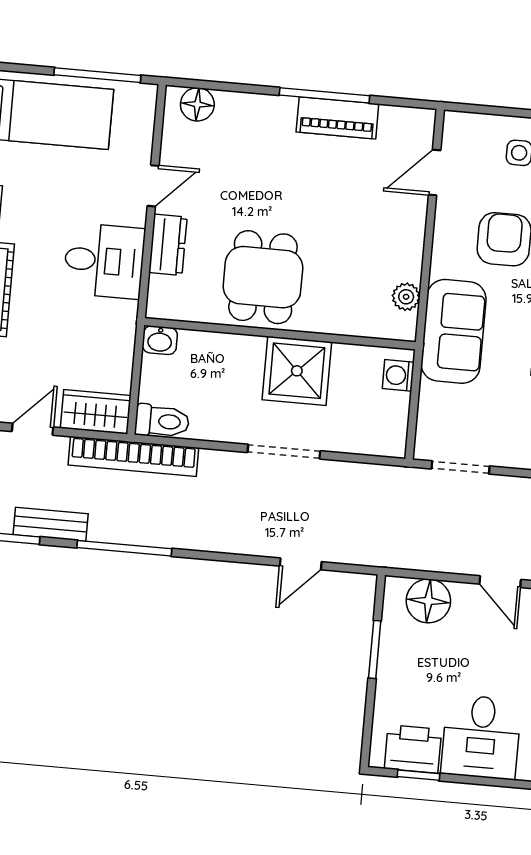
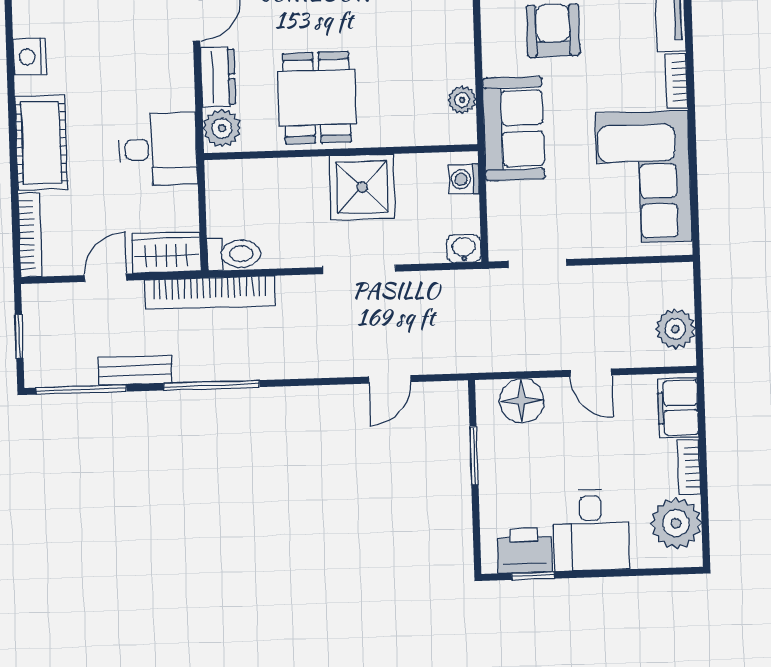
desk: (104, 261) -> (158, 149), moved
plant: (166, 296) -> (222, 128), added
washbasin: (160, 340) -> (464, 249), moved, turned 180

